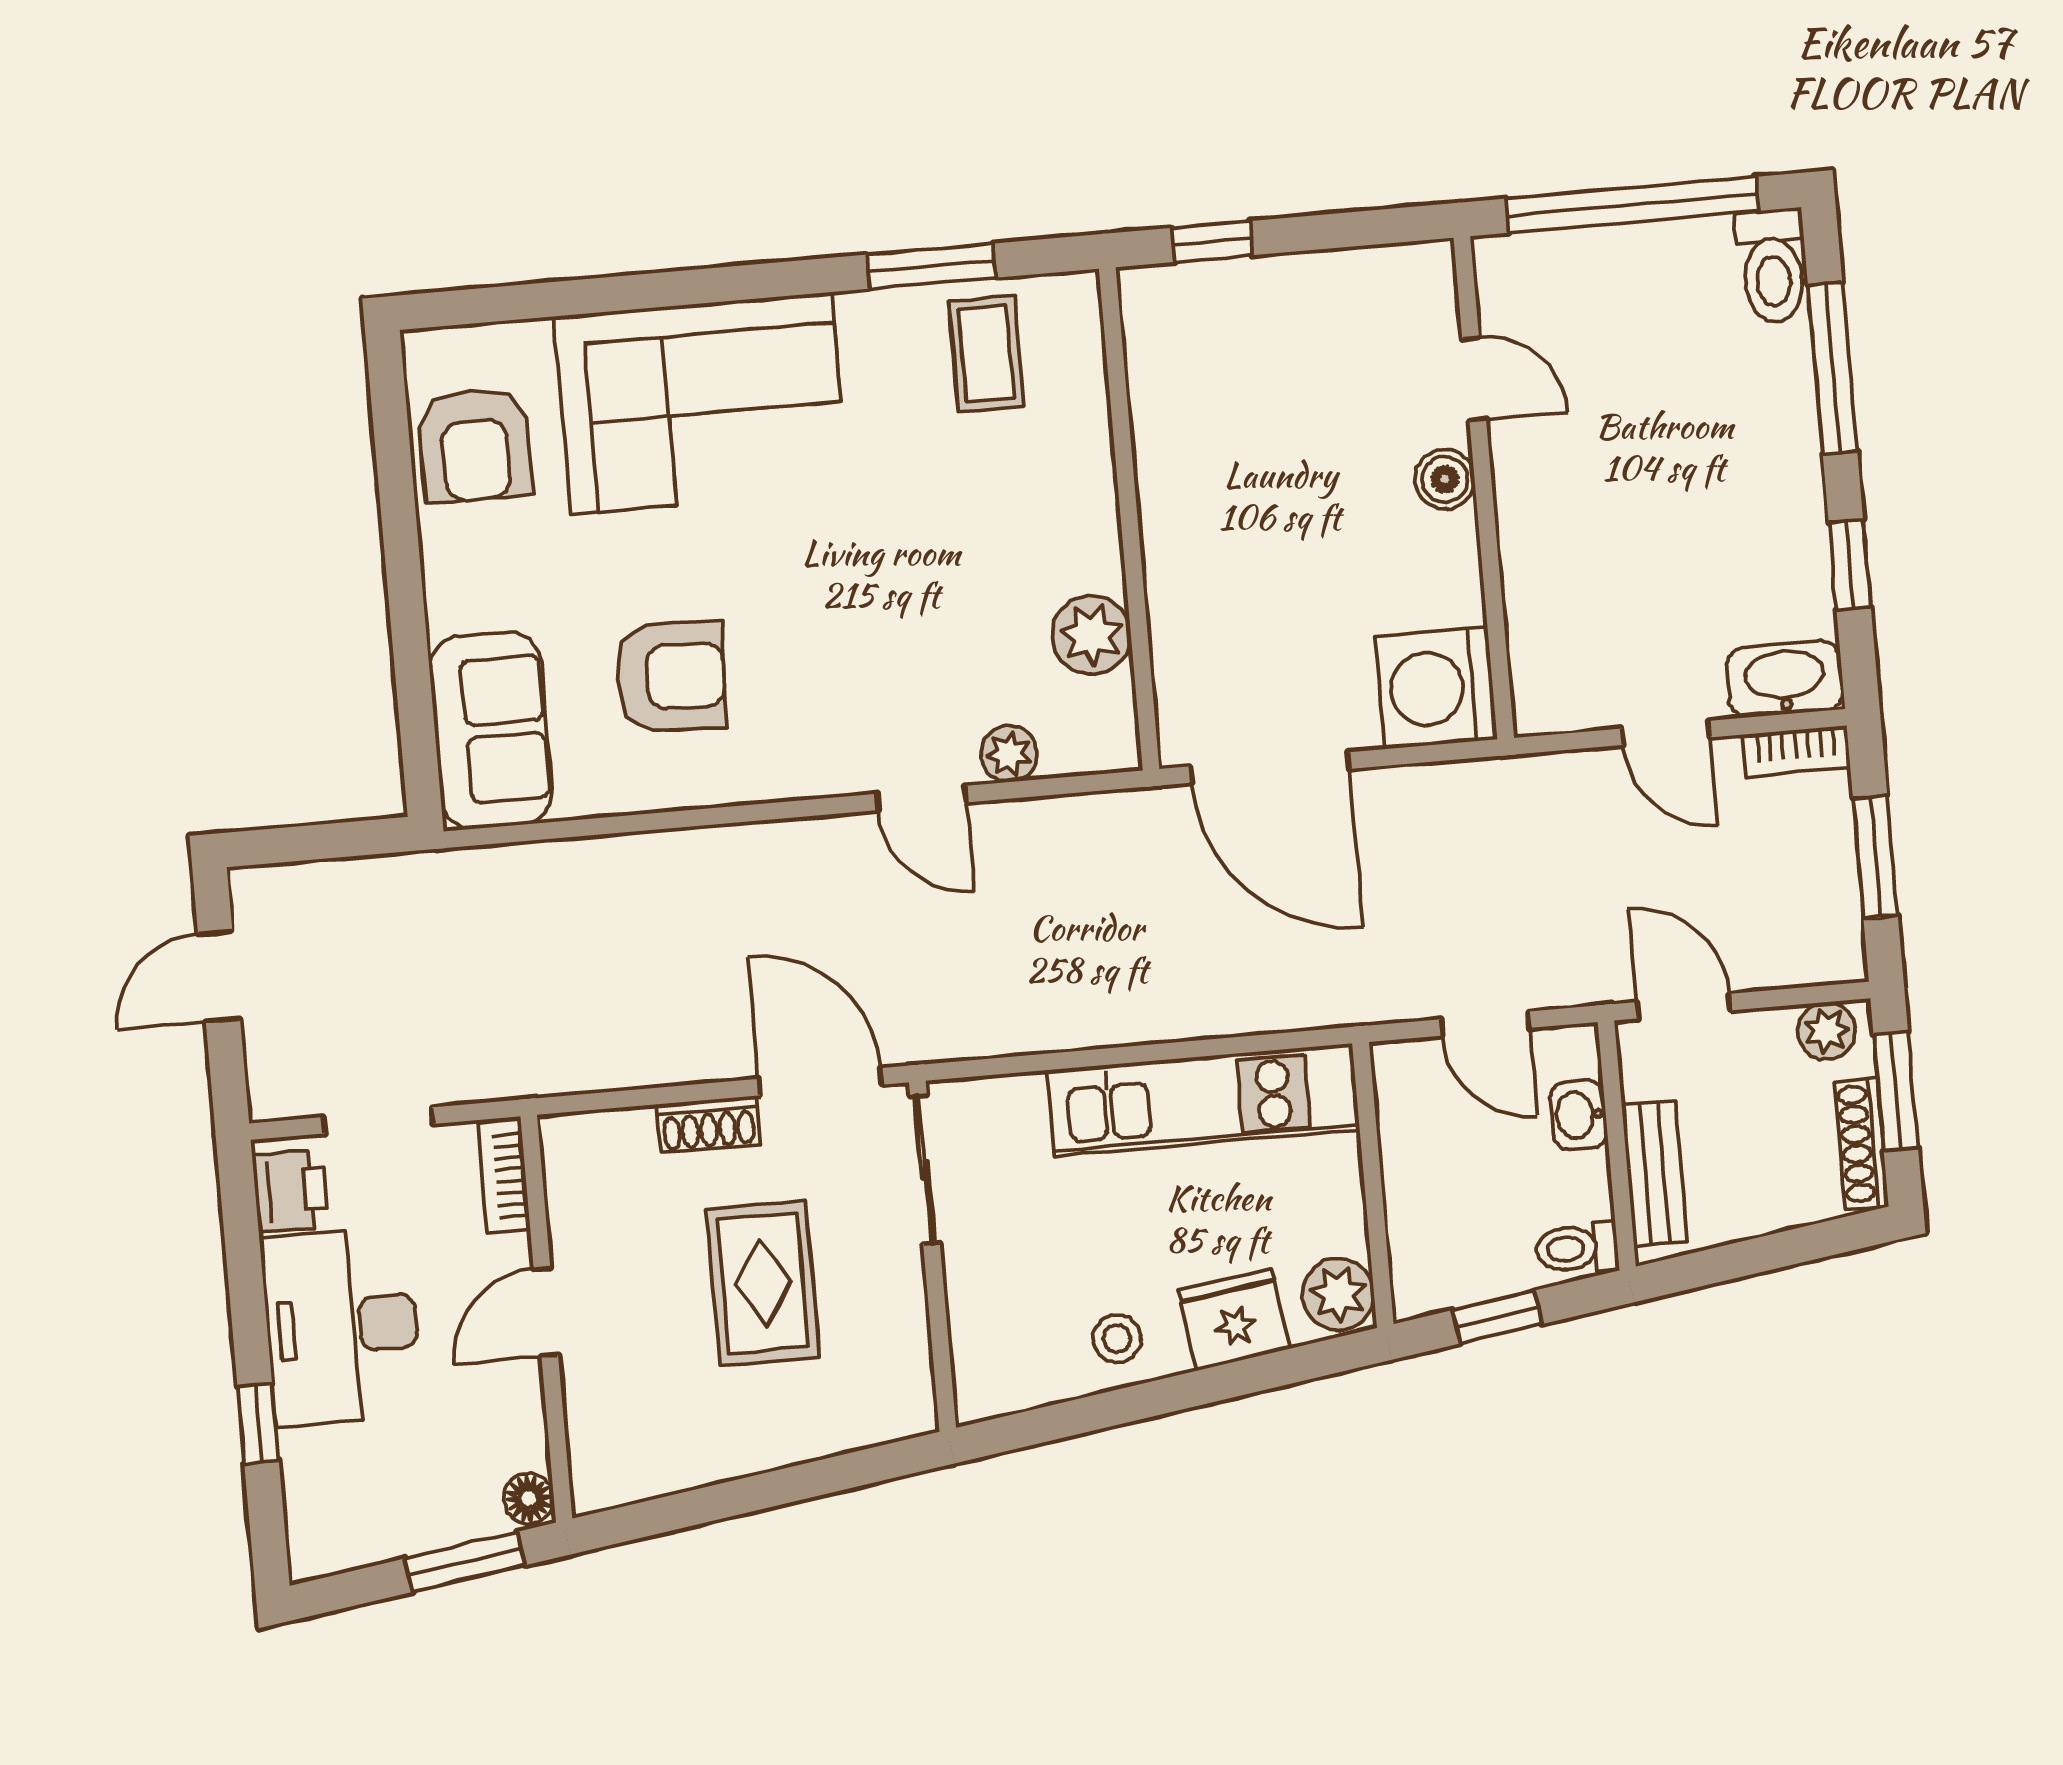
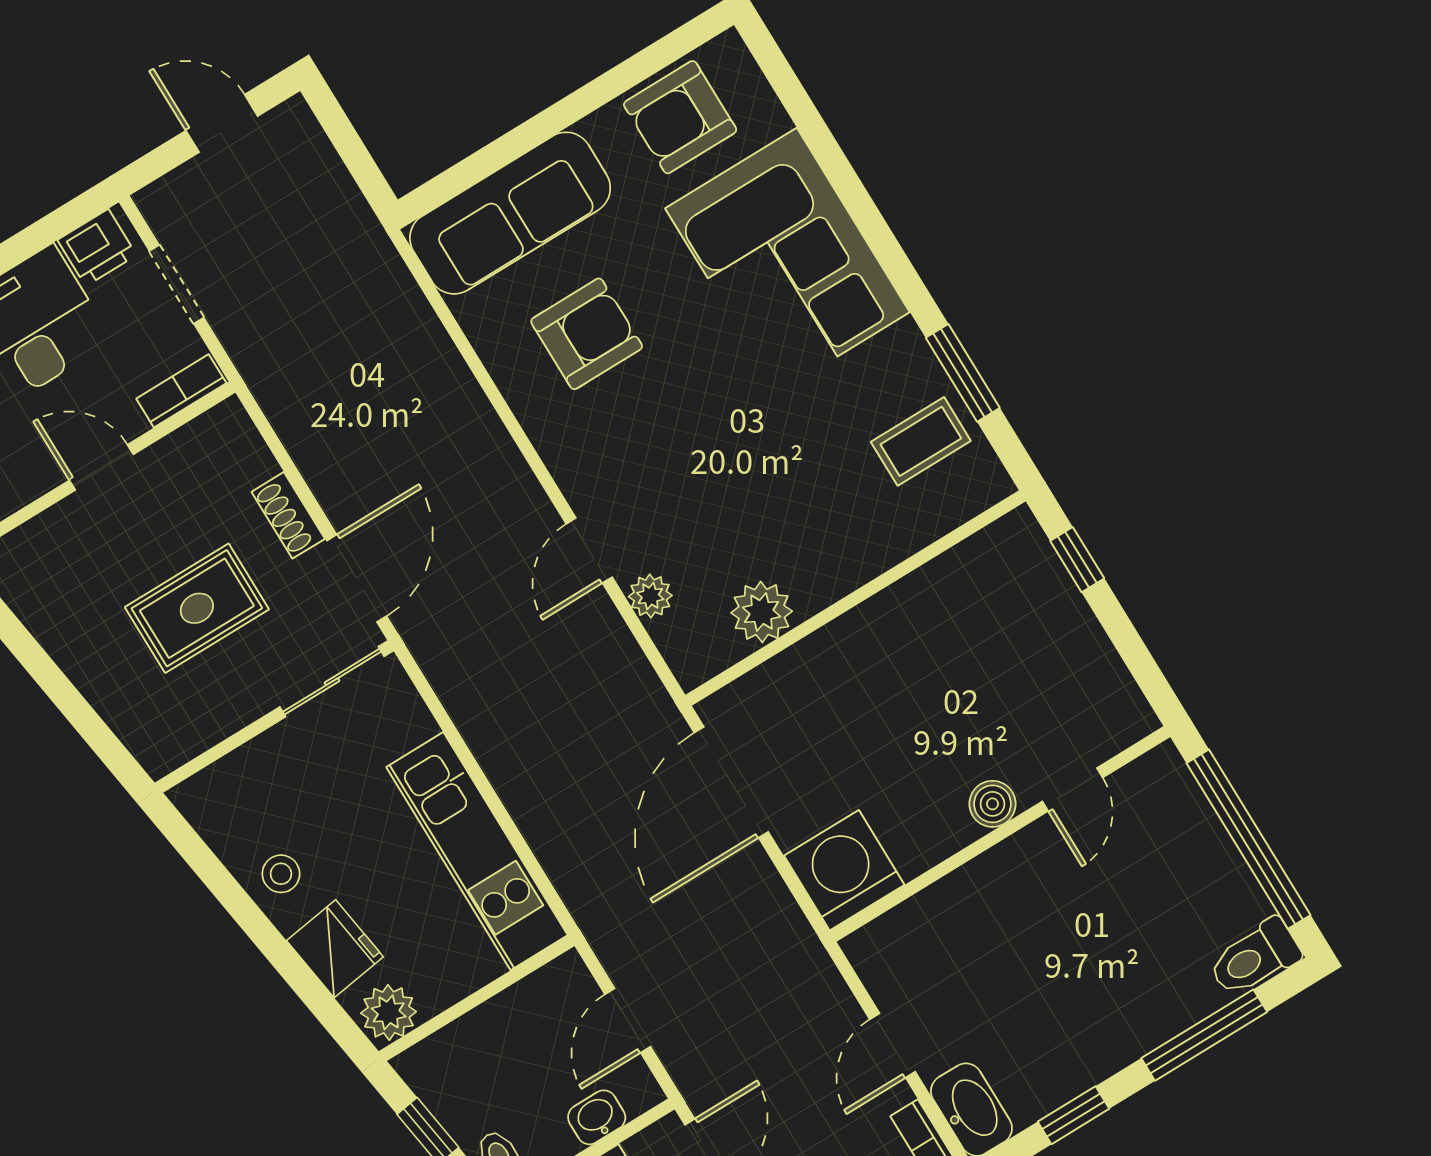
armchair: (671, 677) -> (587, 334), turned -92
sofa: (491, 730) -> (510, 213), width x1.36

